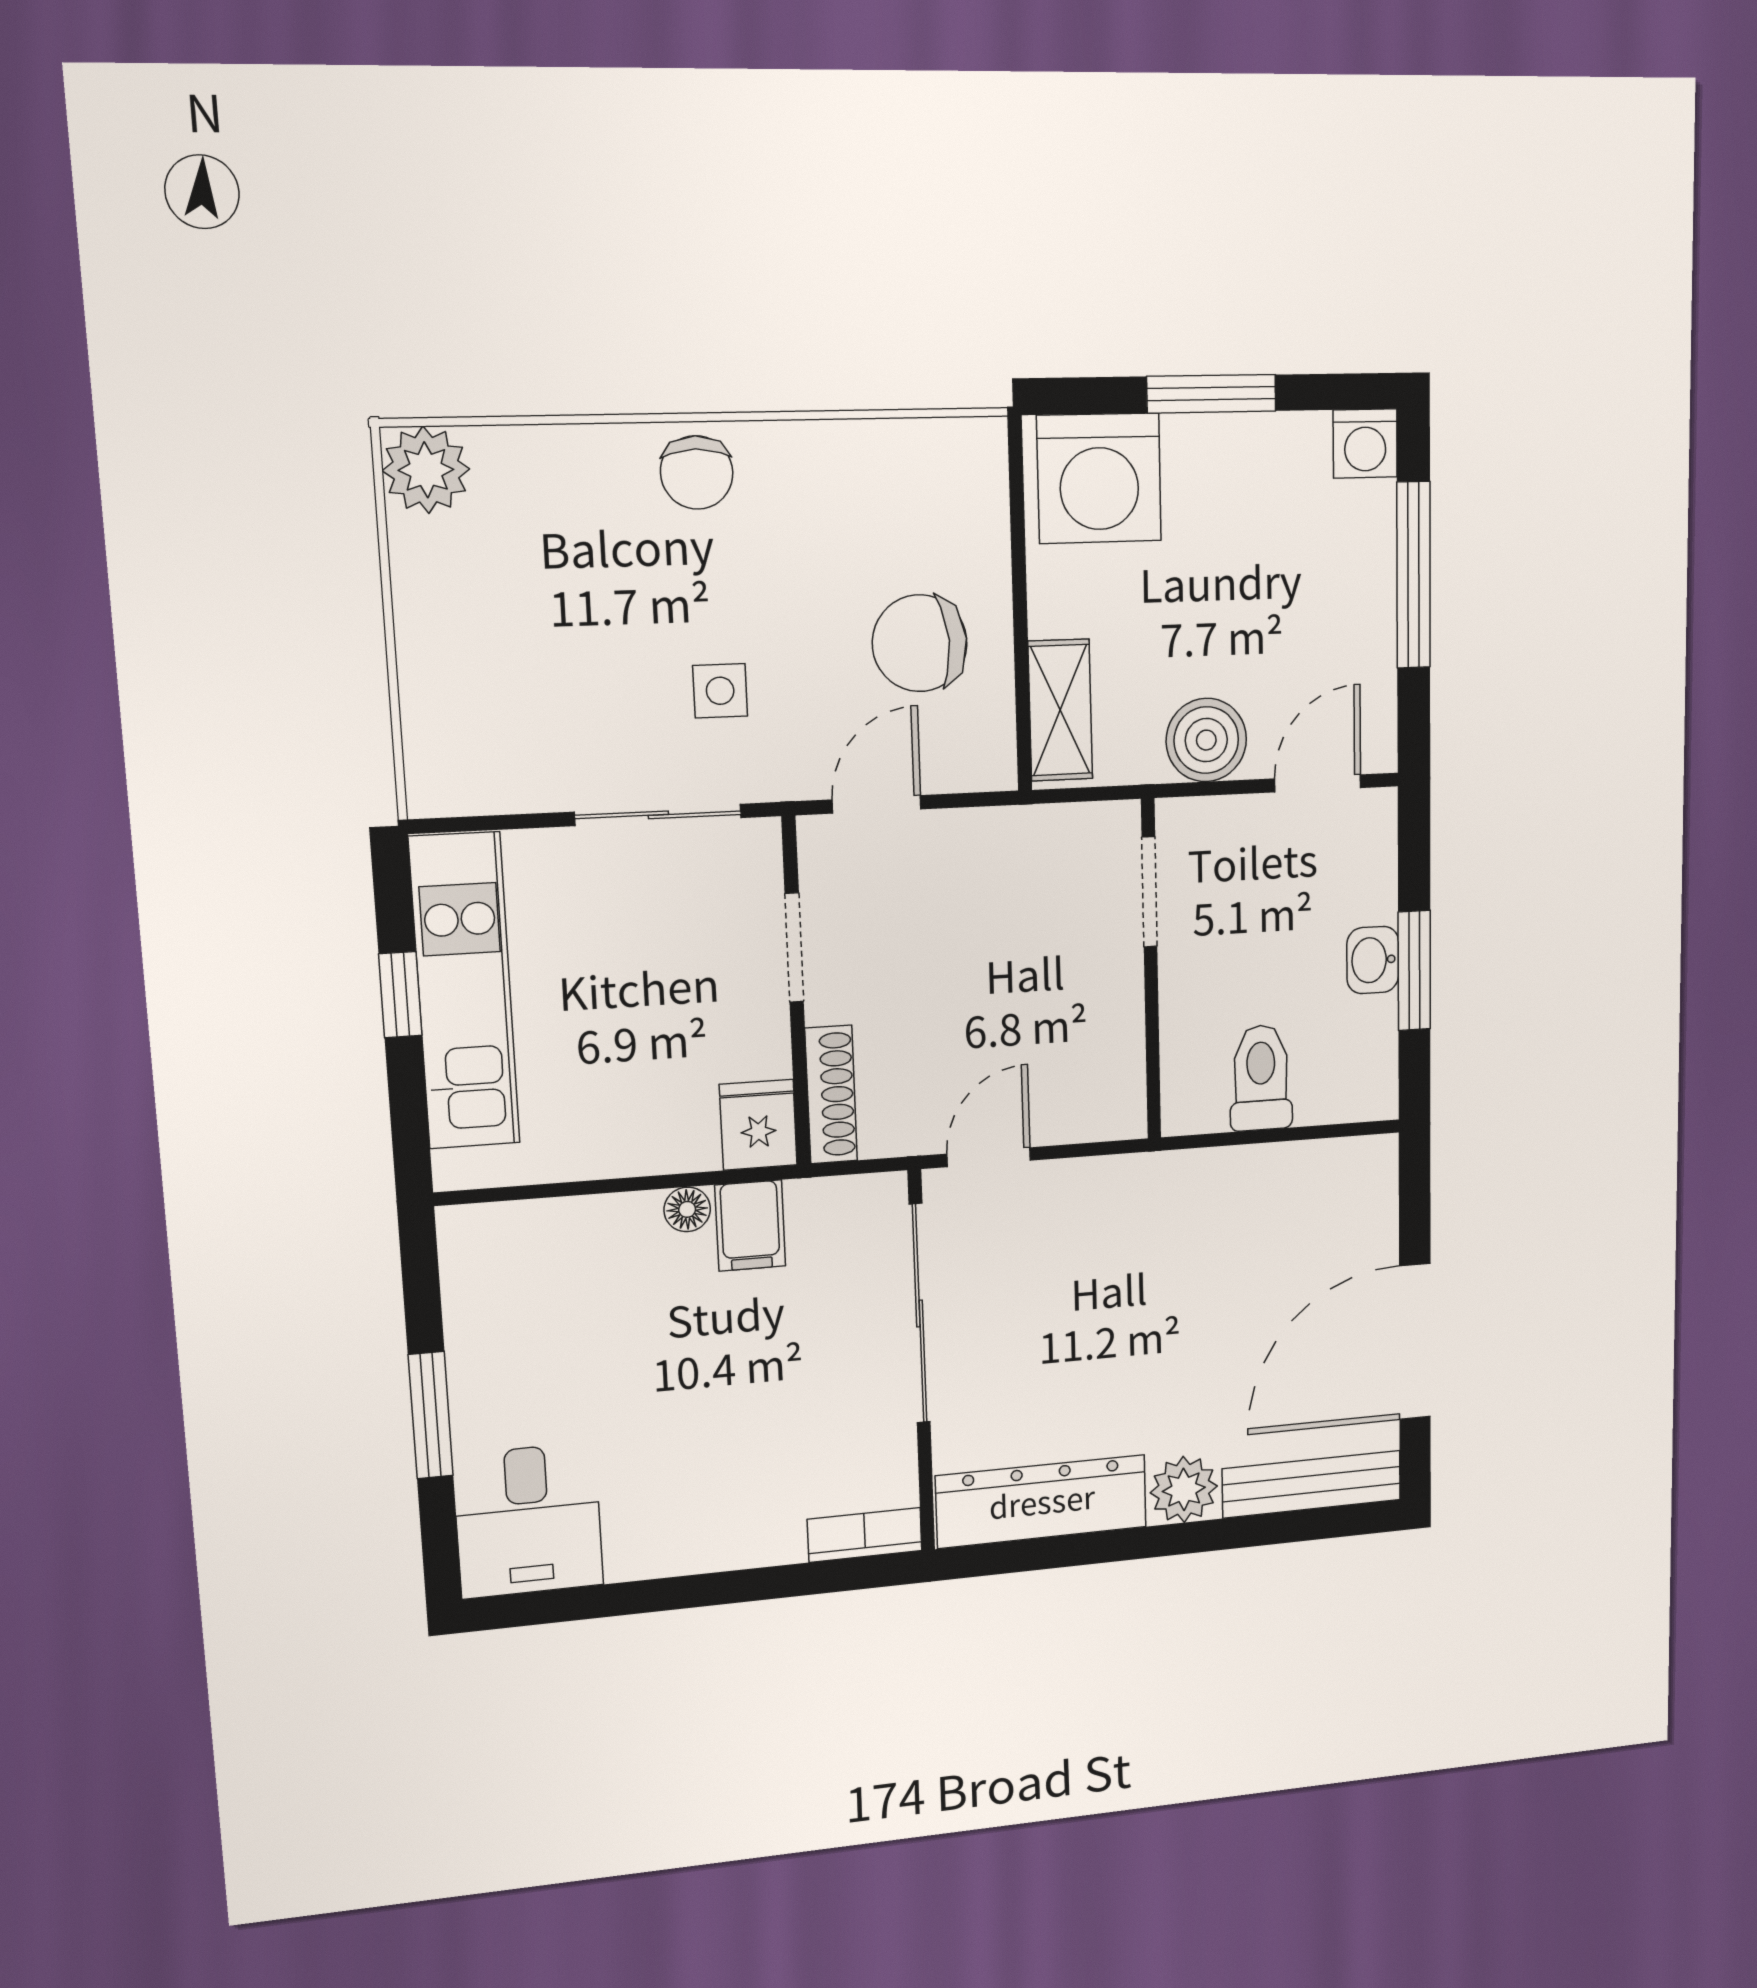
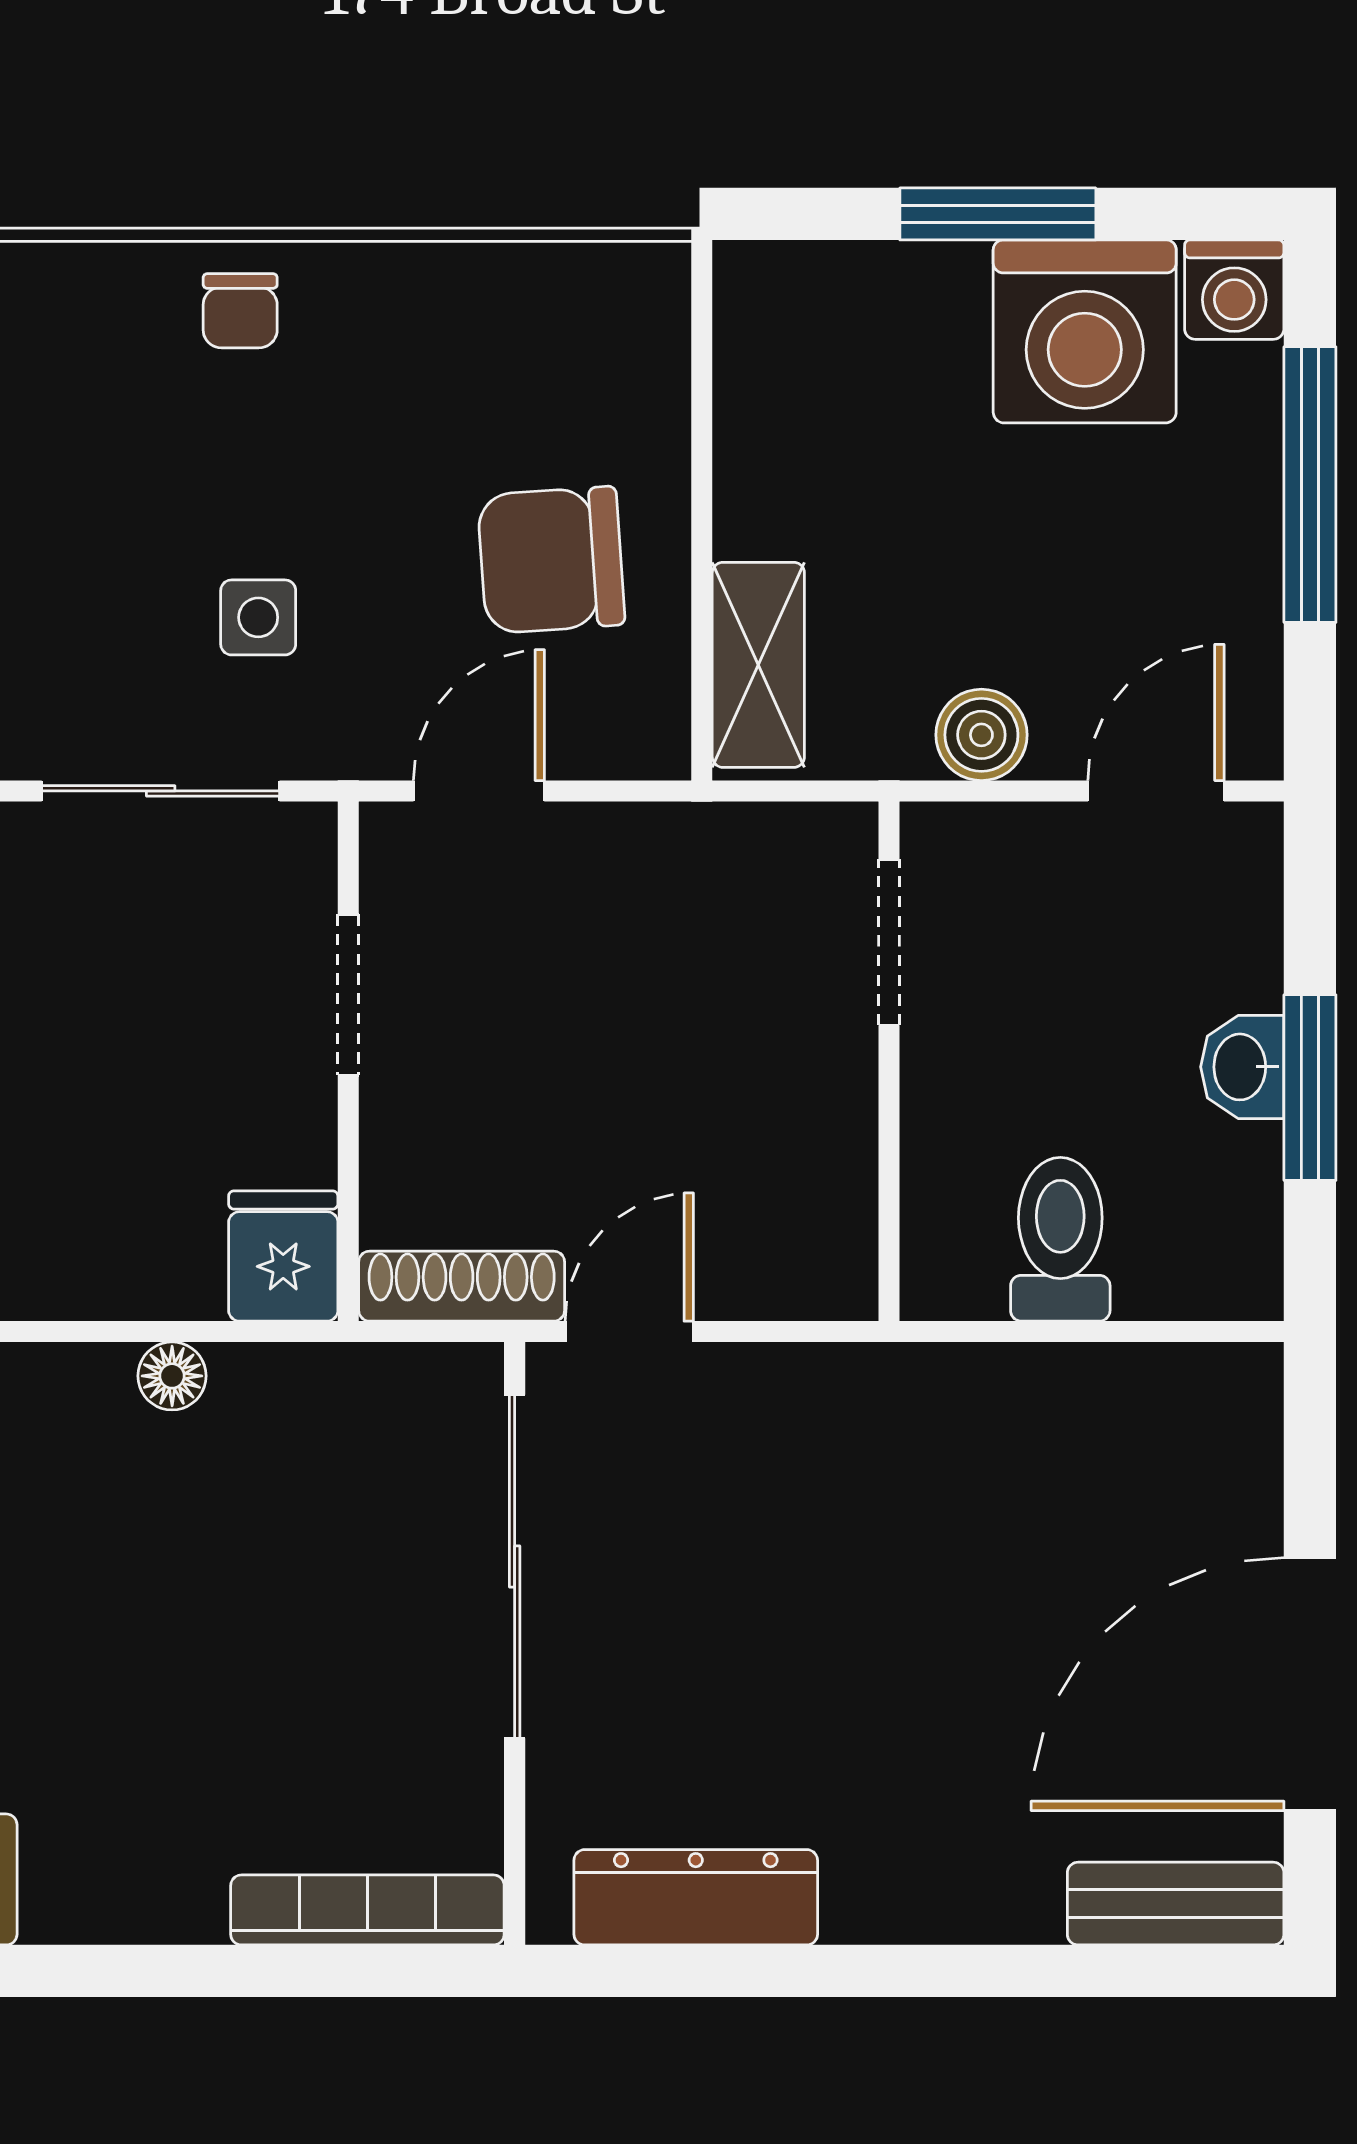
chair: (697, 472) -> (240, 311), width x0.73, depth x0.73
washing machine: (1099, 478) -> (1085, 331), moved
boiler: (1206, 740) -> (981, 735), width x0.73, depth x0.73
shoe rack: (831, 1095) -> (462, 1286), moved, turned -90
filing cabinet: (750, 1226) -> (264, 1408), removed
bench: (1312, 1484) -> (1176, 1904), width x0.73
plant: (1184, 1489) -> (925, 1890), removed
dresser: (1042, 1501) -> (696, 1897), width x0.73, depth x0.80
bookcase: (865, 1535) -> (367, 1910), width x1.56

